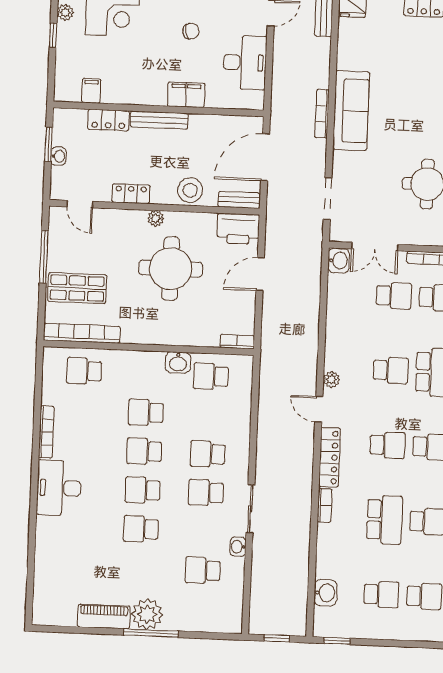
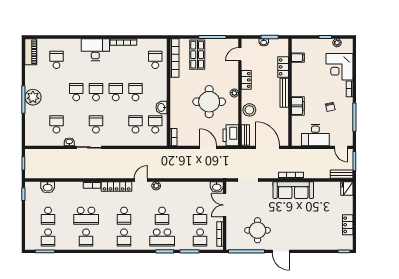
school desk: (208, 454) -> (135, 124), moved
school desk: (76, 565) -> (56, 60), added
piano: (104, 617) -> (31, 52), moved

